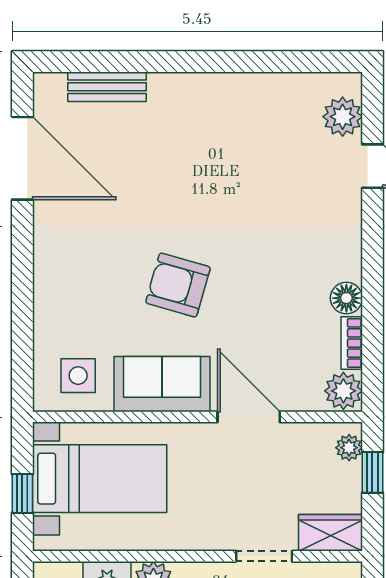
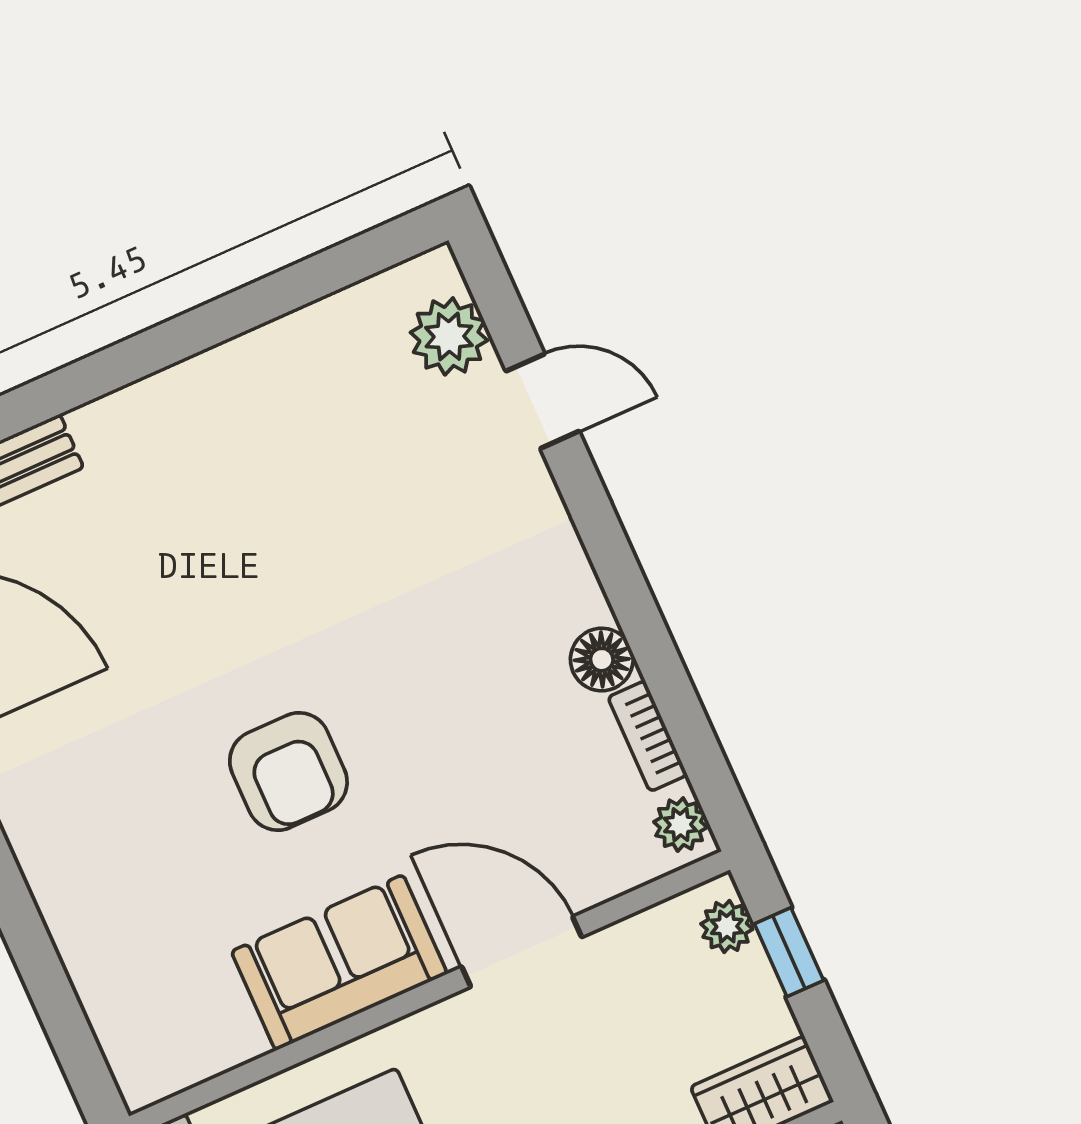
armchair: (178, 285) -> (288, 771), turned -106
side table: (78, 376) -> (182, 1015), removed
plant: (343, 391) -> (680, 825), width x0.73, depth x0.73

